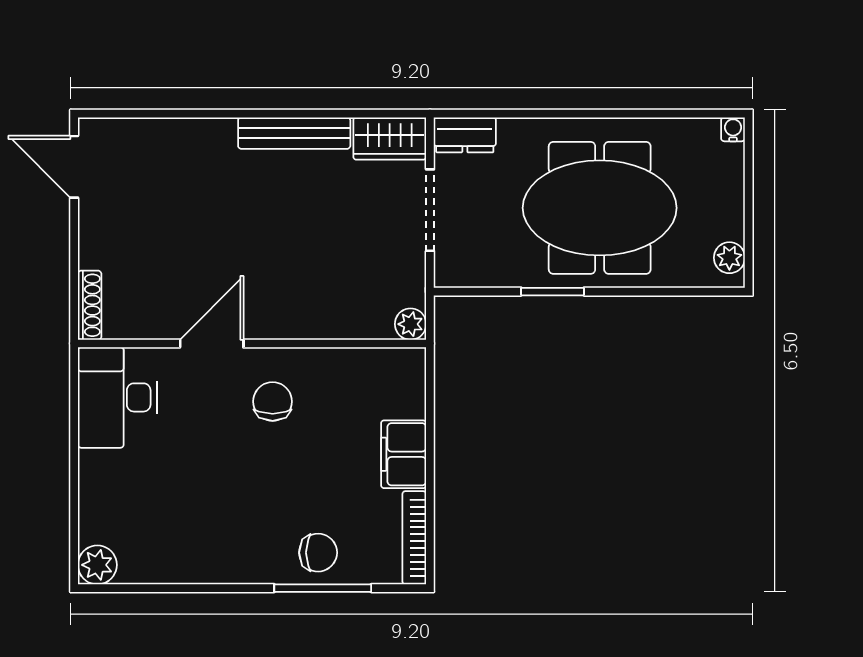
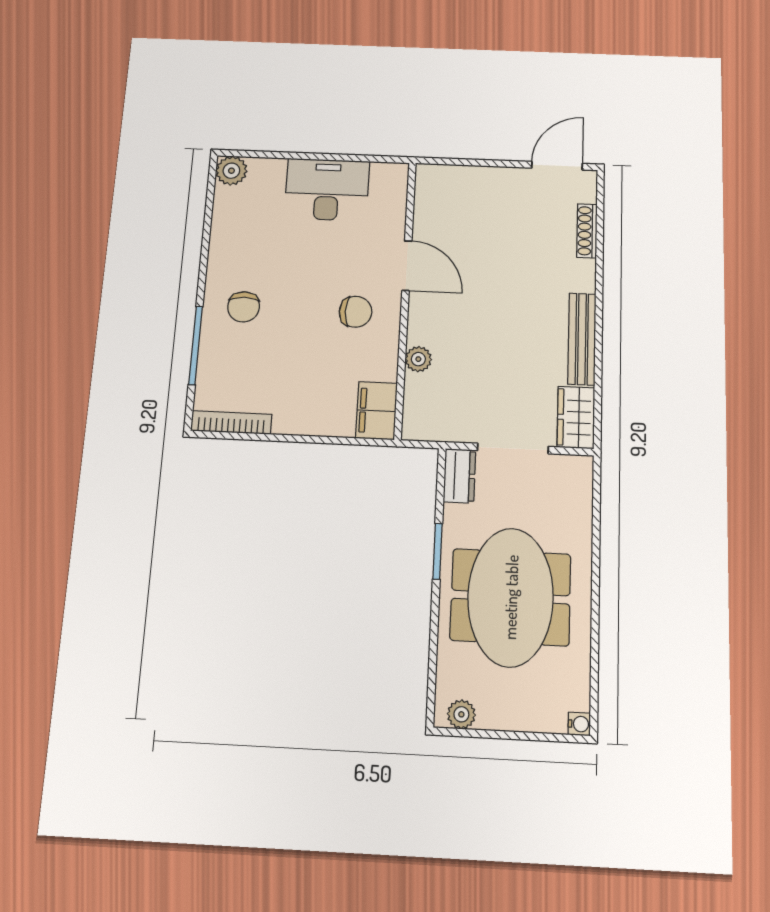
dresser: (465, 135) -> (459, 476), moved, turned 180
shoe rack: (90, 305) -> (587, 231), moved, turned 90
plant: (411, 324) -> (418, 359), moved
desk: (117, 397) -> (327, 190), moved
filing cabinet: (404, 454) -> (376, 411), moved, turned -90
chair: (318, 553) -> (244, 307), moved

